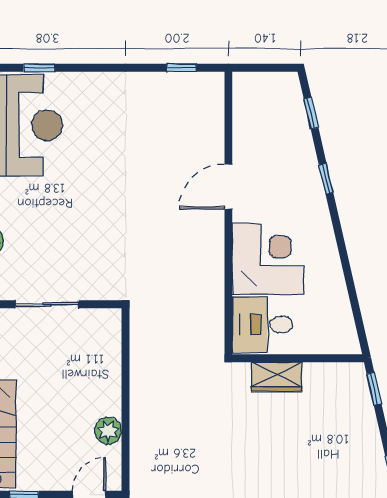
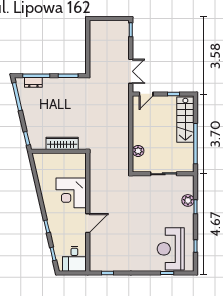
desk: (262, 325) -> (74, 259), moved, turned 90
wardrobe: (277, 377) -> (62, 143), width x1.50
plant: (108, 431) -> (138, 151), moved

